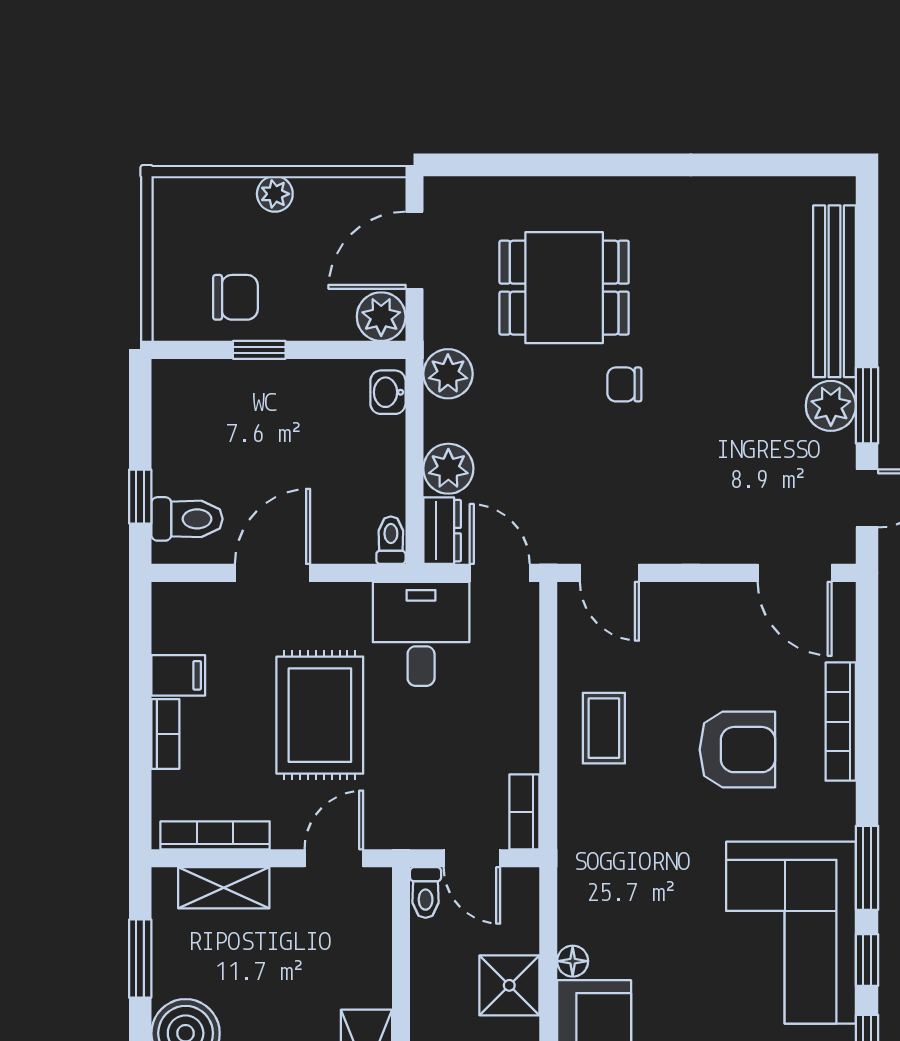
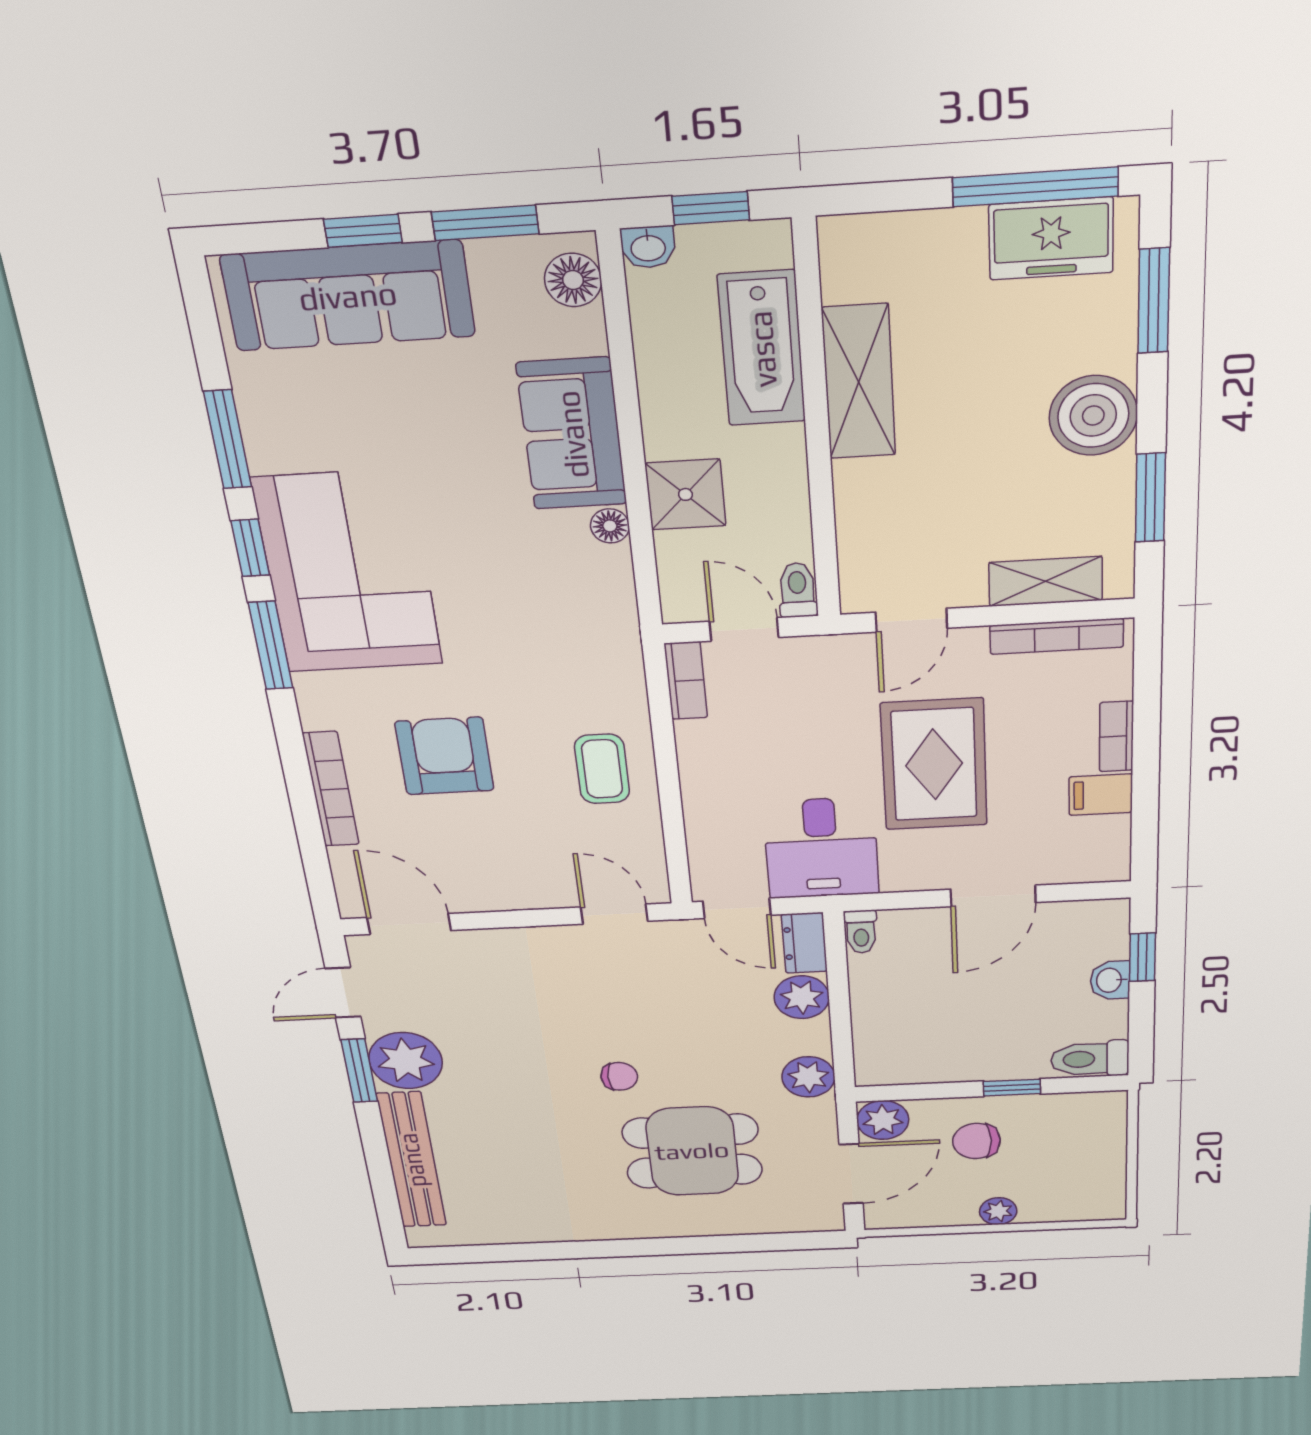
chair: (236, 297) -> (976, 1141), moved
washbasin: (388, 392) -> (1110, 980), moved, turned 180
plant: (831, 406) -> (406, 1061), width x1.36, depth x1.36
toilet: (187, 519) -> (1090, 1059), moved
armchair: (737, 750) -> (444, 756), turned 90

